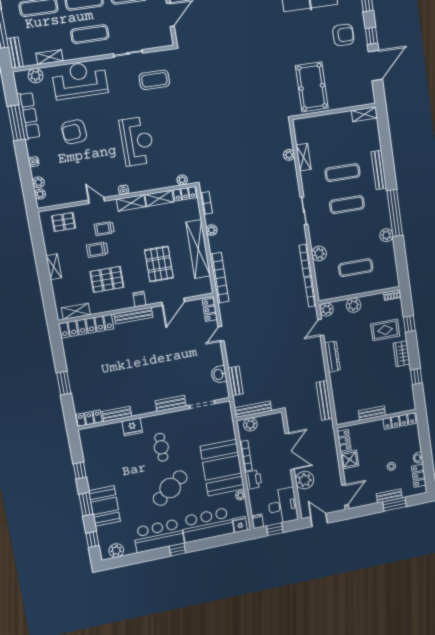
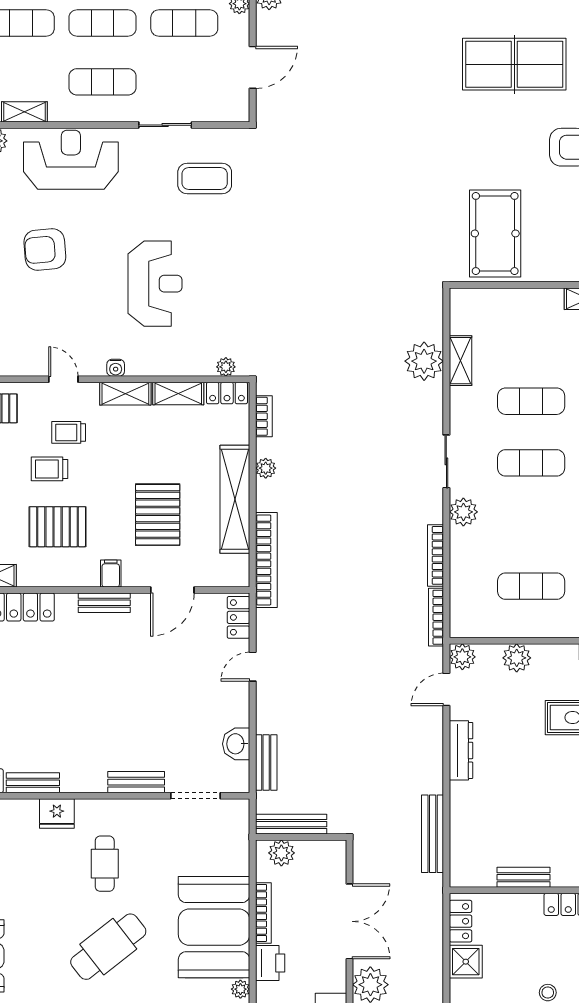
plant: (289, 155) -> (424, 361), width x1.88, depth x1.88
plant: (319, 254) -> (463, 512), moved
bench: (133, 316) -> (104, 603), width x0.73

